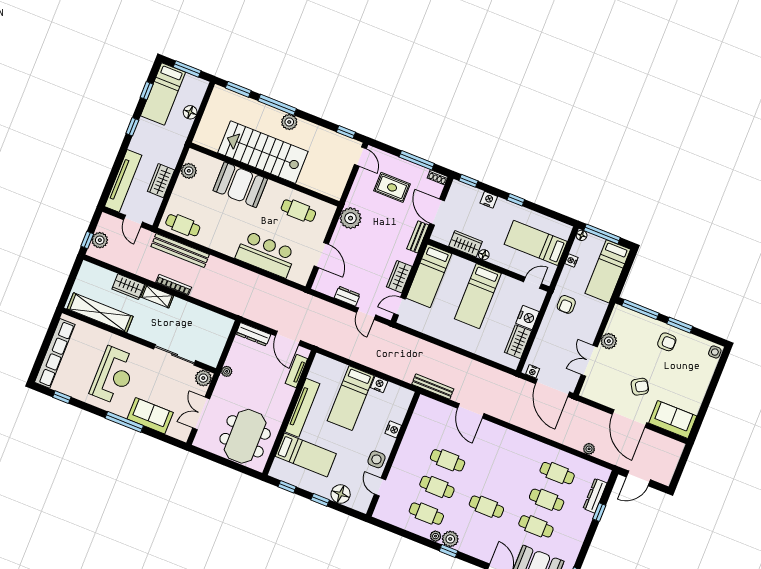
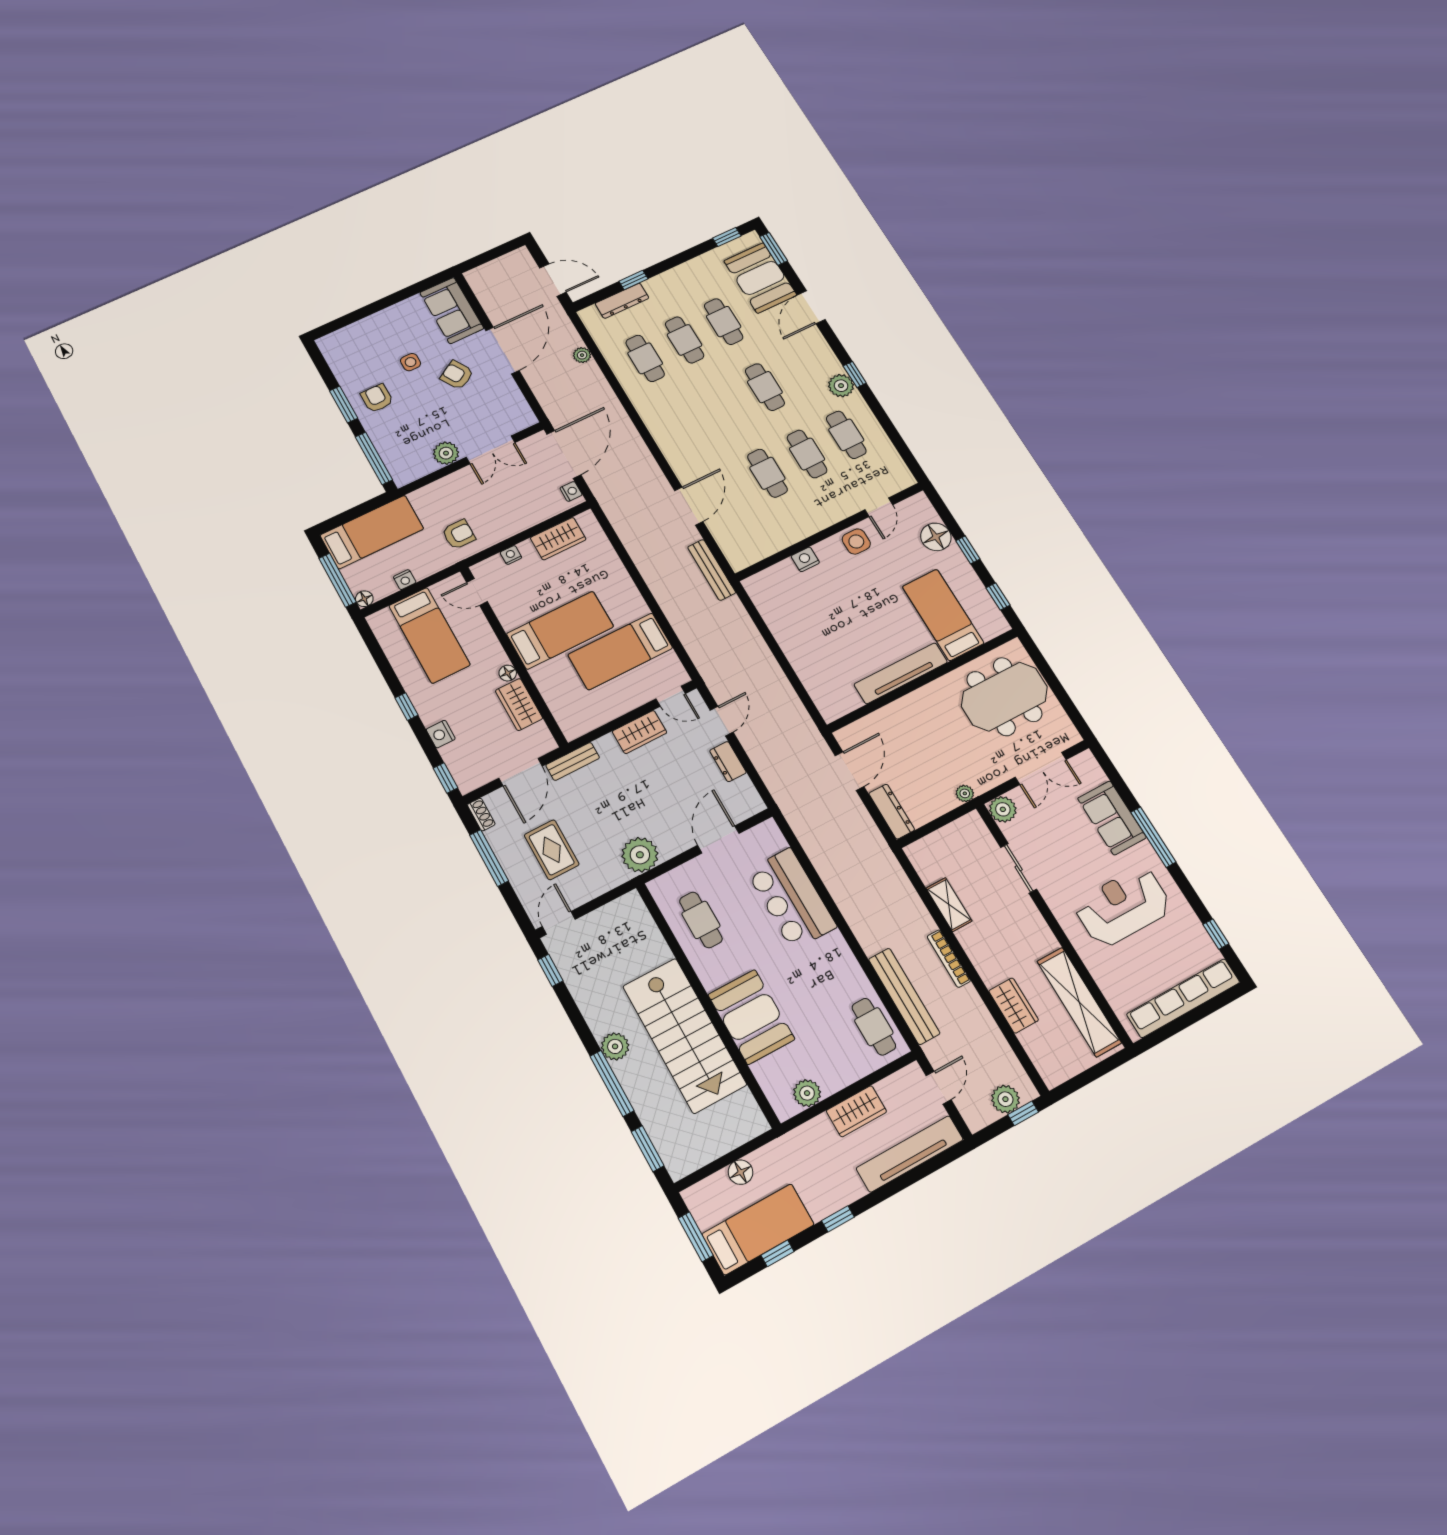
bed: (429, 276) -> (620, 651), moved, turned 180
shelving: (157, 296) -> (949, 905), moved
nightstand: (528, 318) -> (511, 555), width x0.53, depth x0.56
side table: (715, 352) -> (411, 362), moved
sliding door: (175, 355) -> (1019, 868), width x0.73
tv unit: (296, 371) -> (872, 723), removed
nightstand: (379, 384) -> (778, 625), removed
bed: (351, 398) -> (828, 637), removed
plant: (436, 536) -> (857, 402), removed

